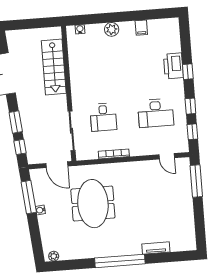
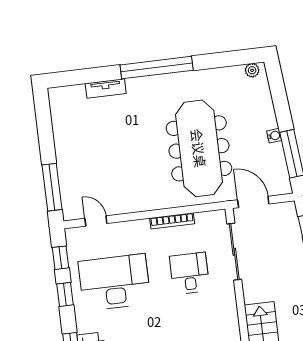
desk: (156, 113) -> (115, 282), width x1.36, depth x1.30
meeting table: (93, 204) -> (199, 148), width x1.36

